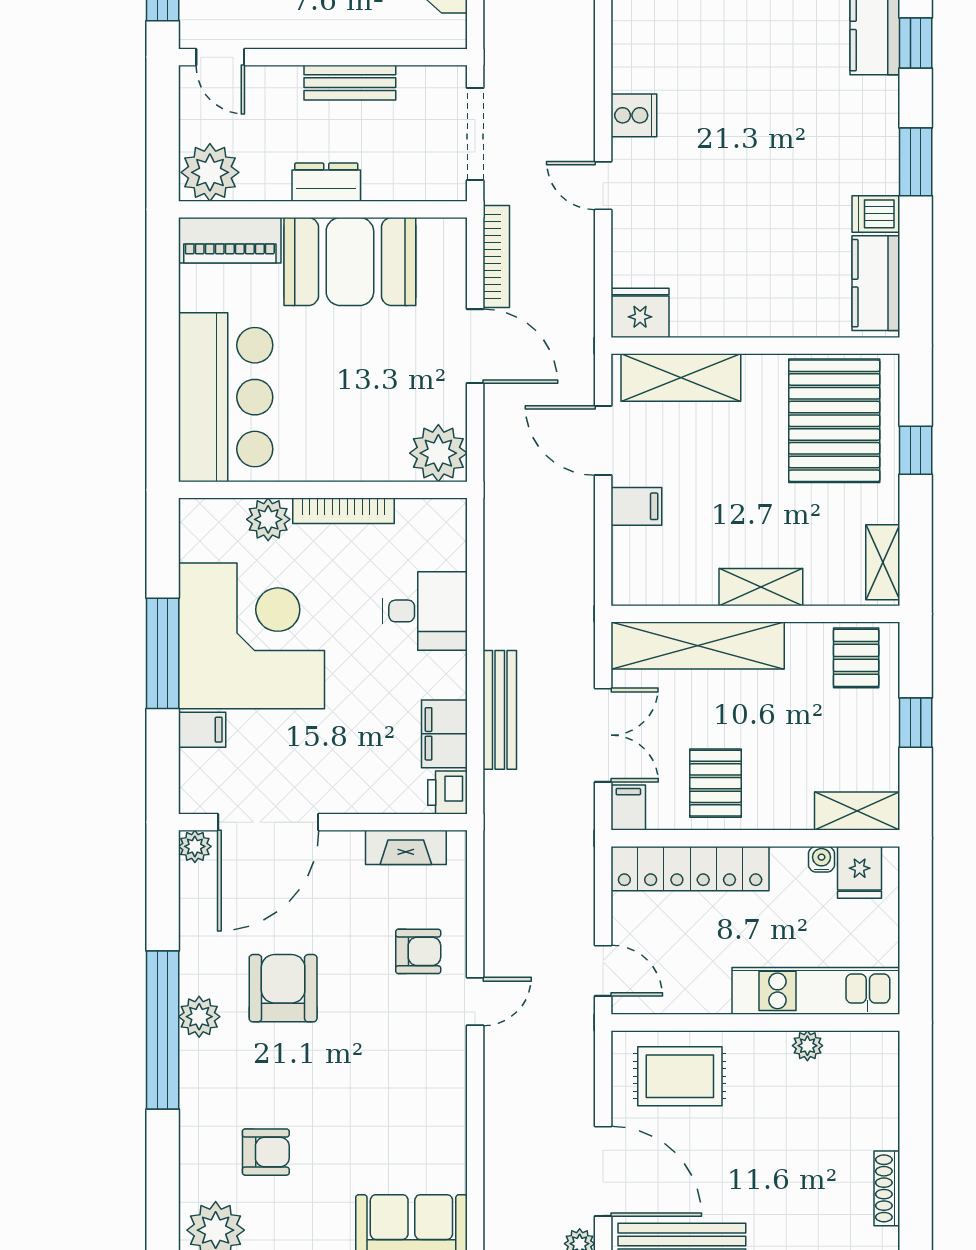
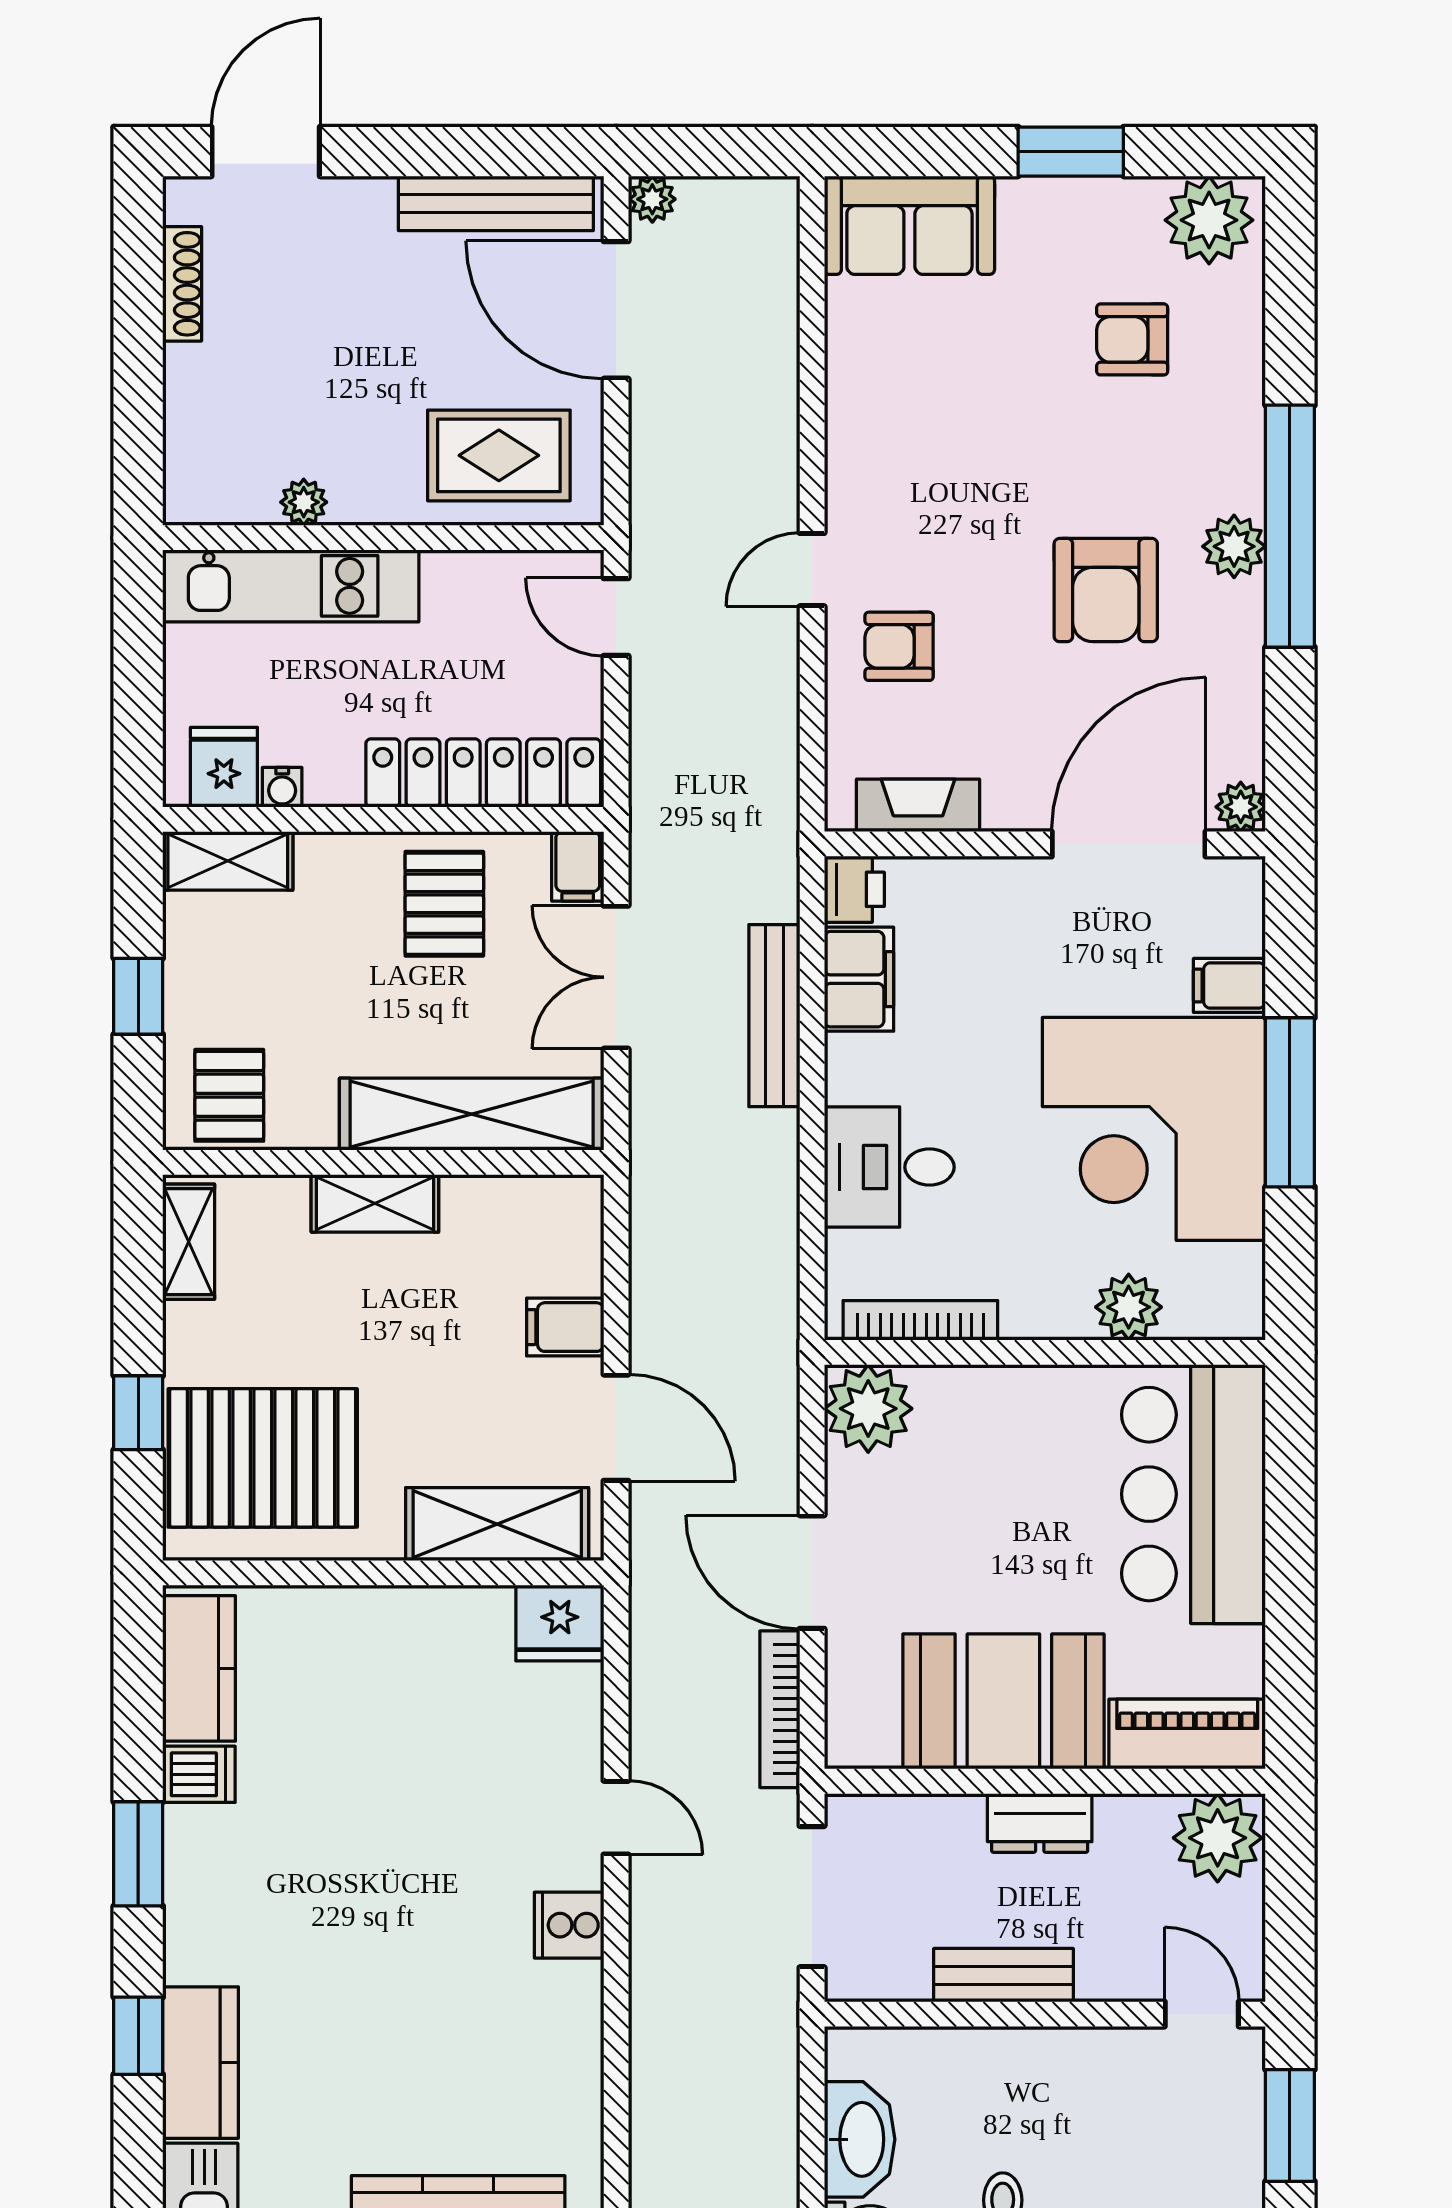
pallet: (834, 421) -> (263, 1458), turned 90
bookcase: (344, 511) -> (920, 1320), moved

